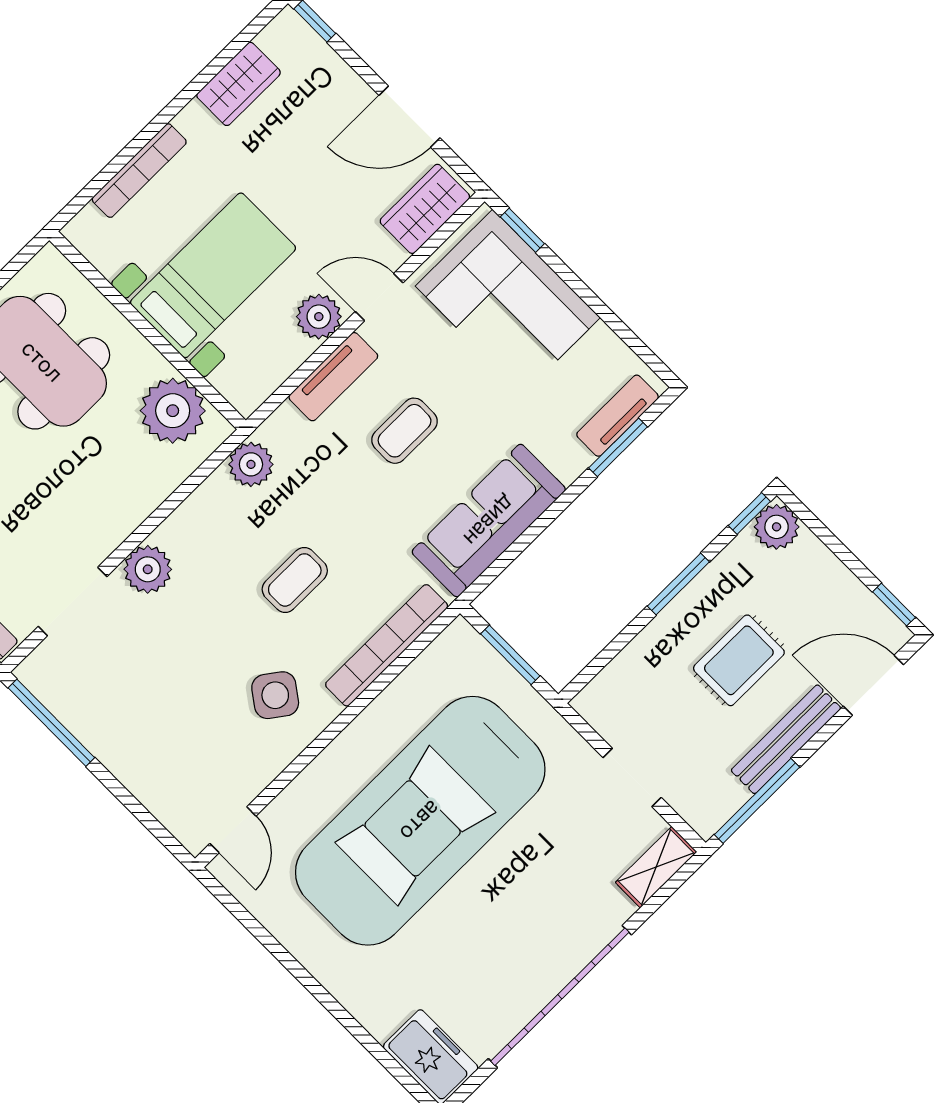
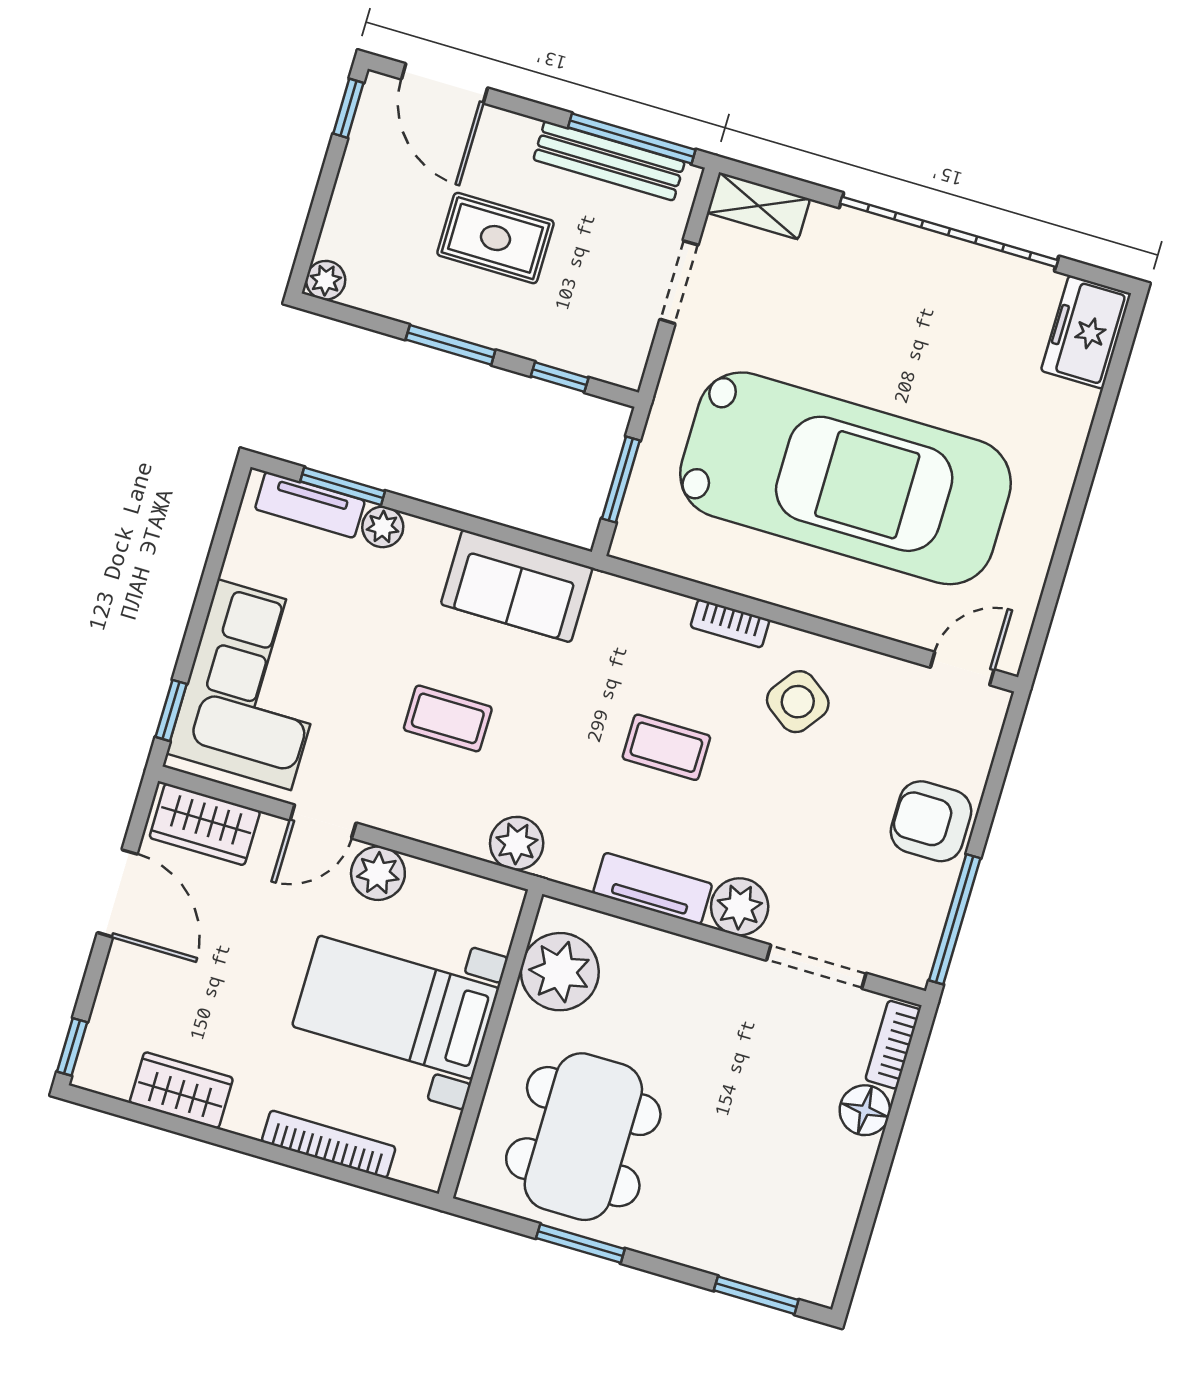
door: (379, 297) -> (323, 822), hinge flipped
tv unit: (333, 377) -> (653, 889), moved
plant: (572, 460) -> (383, 527), added
plant: (251, 464) -> (517, 843), moved
window: (749, 513) -> (560, 377), moved
sofa: (489, 521) -> (517, 586), width x0.73
plant: (777, 527) -> (326, 280), width x0.73, depth x0.73
bookcase: (387, 645) -> (730, 623), width x0.43, depth x0.76
bench: (786, 739) -> (609, 161), moved
armchair: (133, 745) -> (931, 821), added

